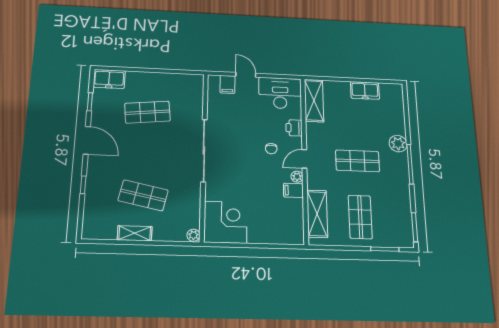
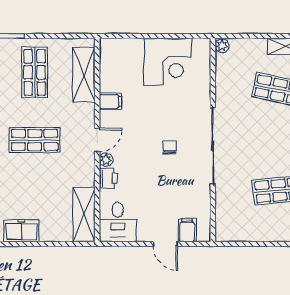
desk: (280, 93) -> (118, 222), width x0.73
chair: (271, 149) -> (170, 147), moved
plant: (297, 177) -> (106, 160), moved
corner desk: (225, 222) -> (168, 62), moved, turned -90

